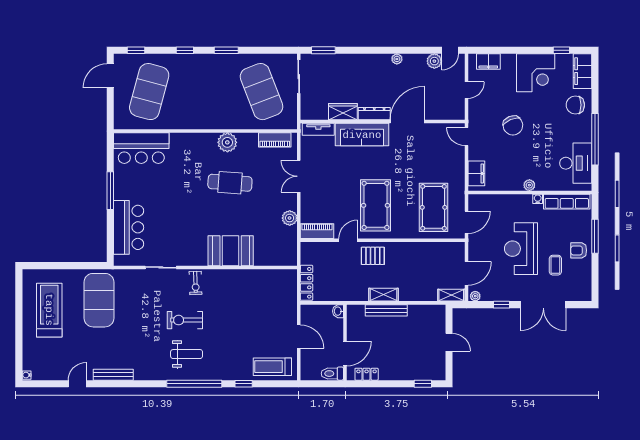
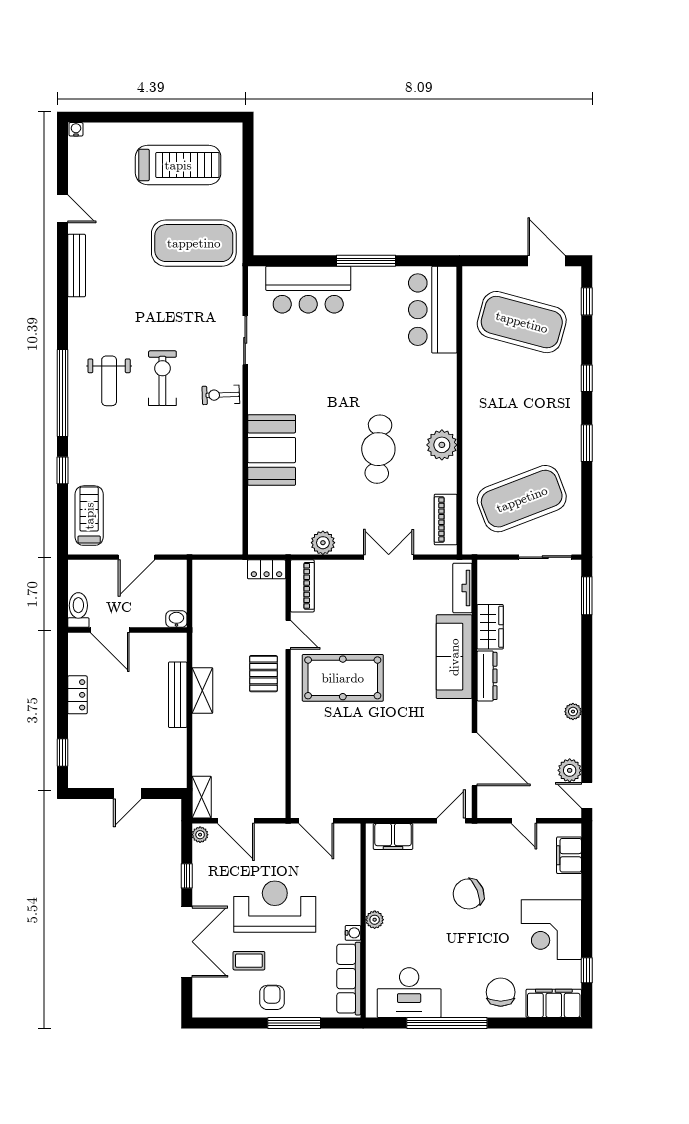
door: (407, 122) -> (475, 759), moved
pool table: (433, 207) -> (340, 769), removed
locker: (306, 283) -> (267, 569), moved, width x0.66
double door: (543, 305) -> (187, 942), swing flipped
locker: (367, 374) -> (77, 695), moved

